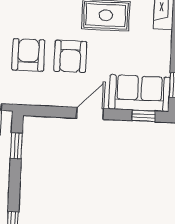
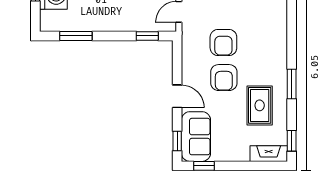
armchair: (28, 55) -> (223, 42), turned 90
armchair: (70, 56) -> (224, 78), turned -90

